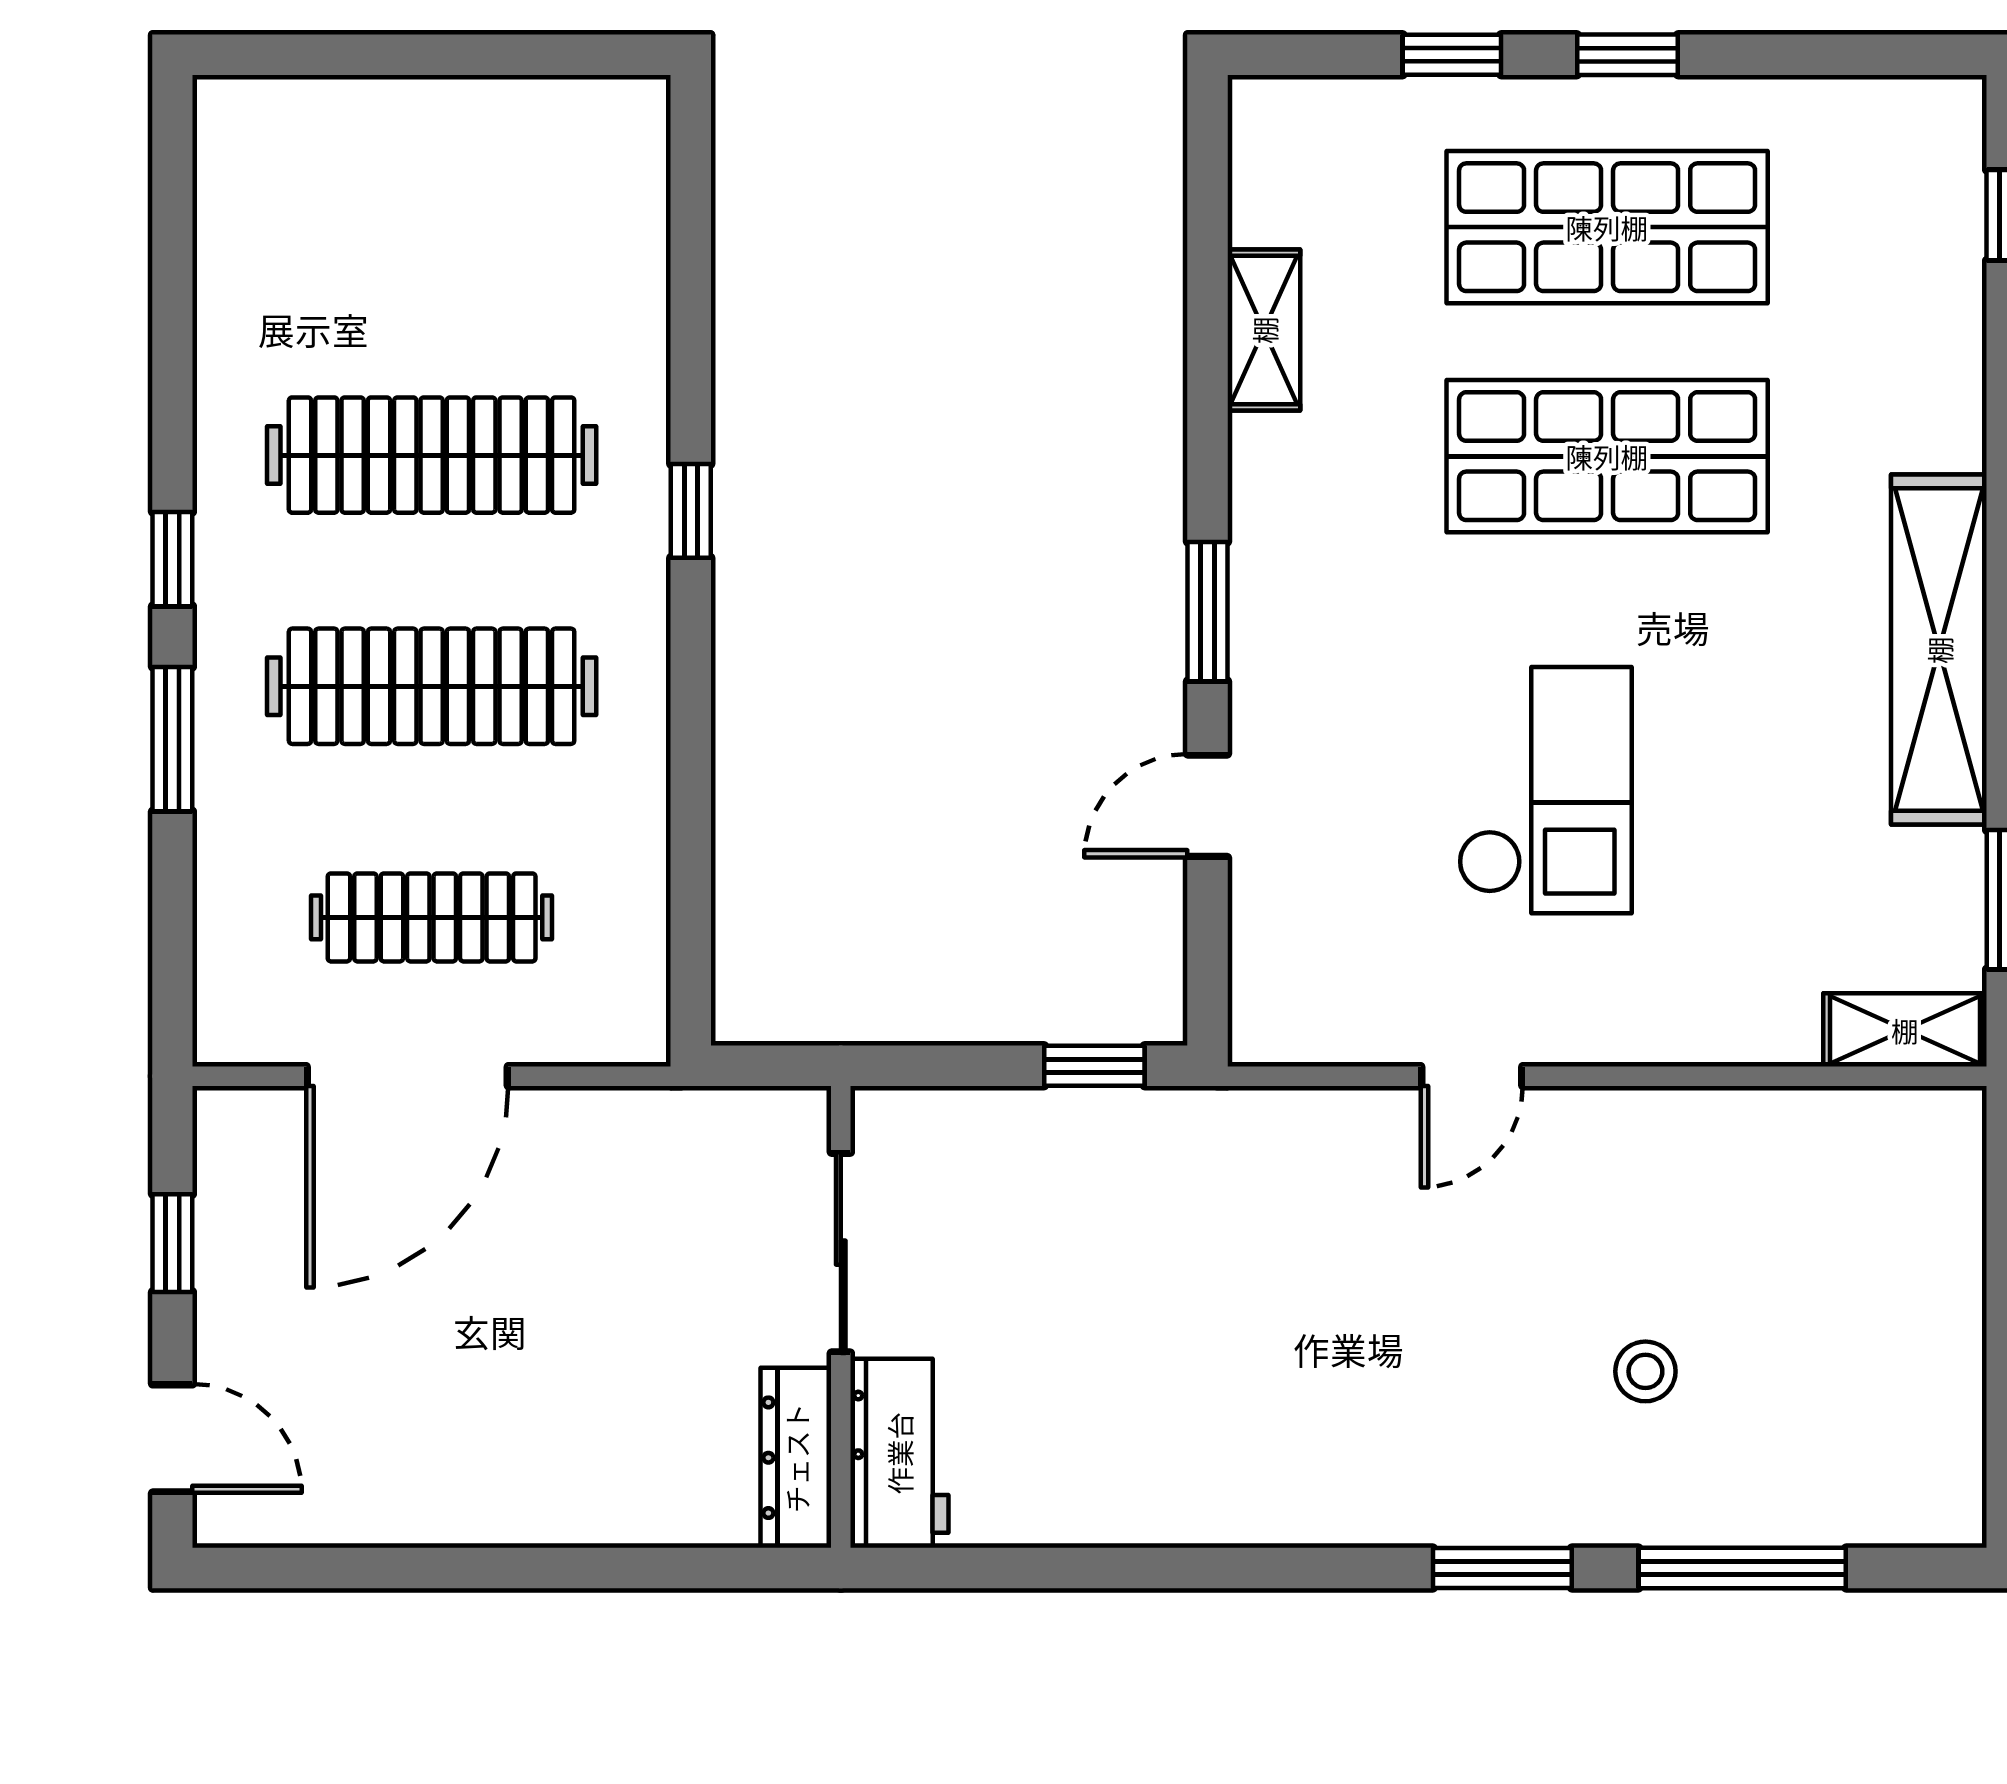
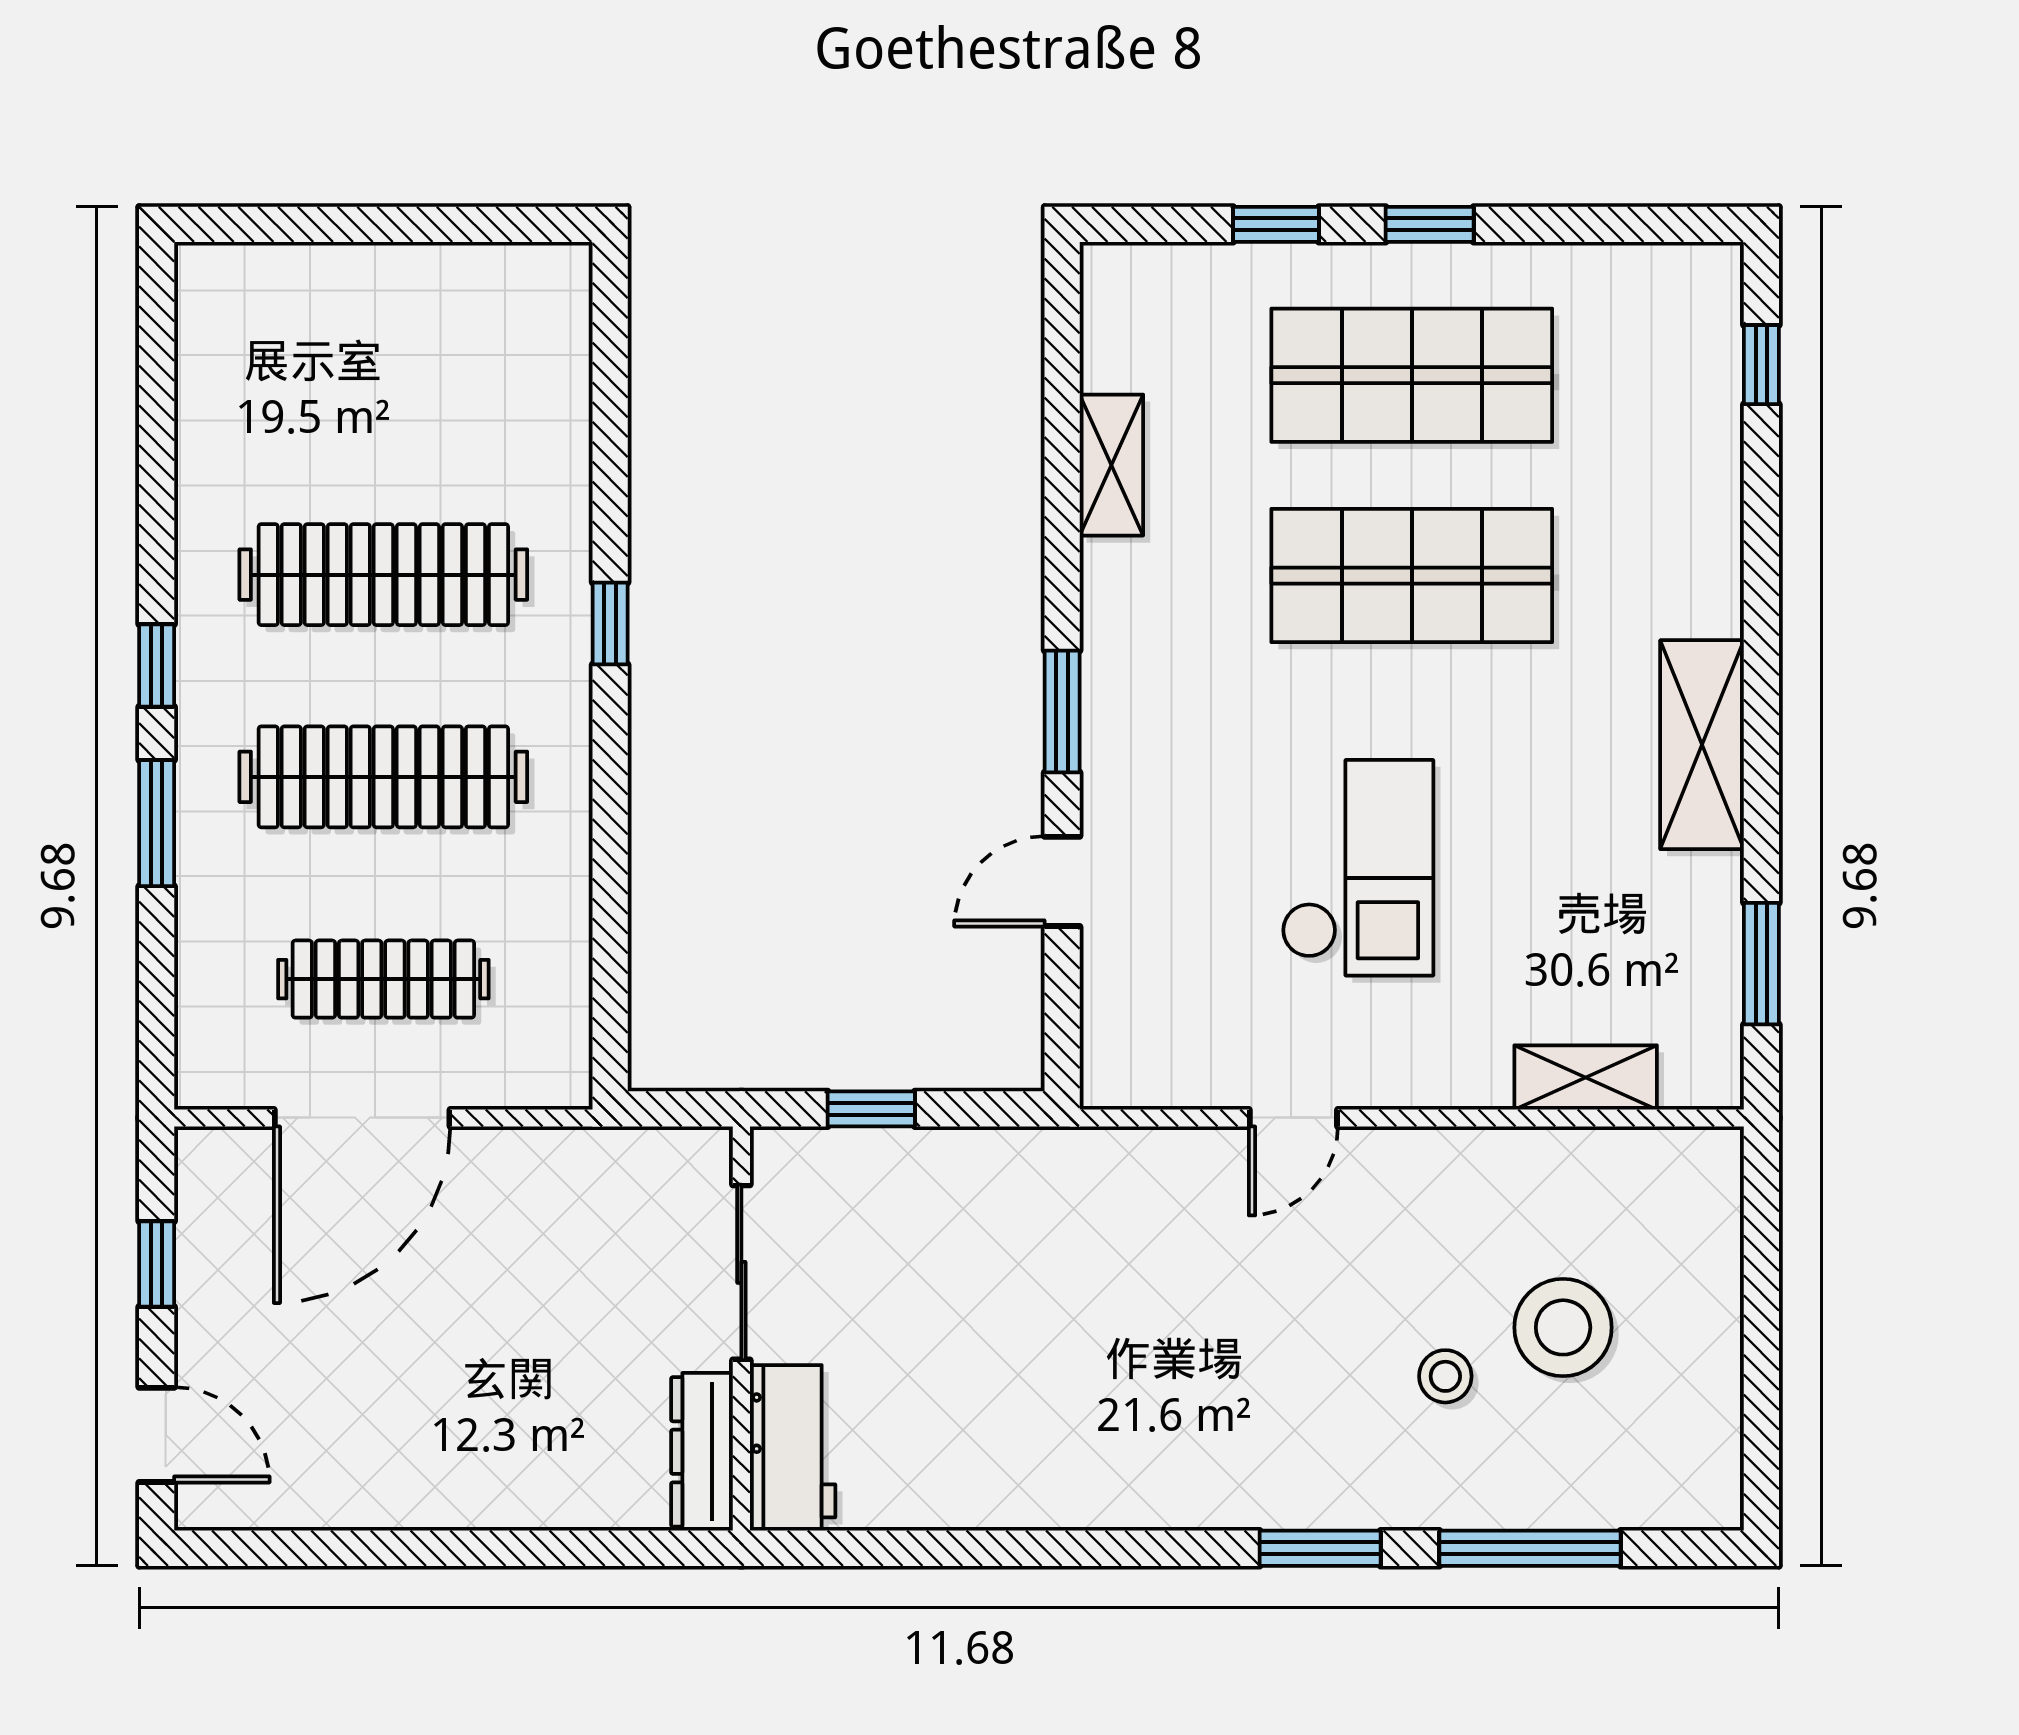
shelving: (1939, 650) -> (1702, 745), width x0.68
shelving: (1905, 1030) -> (1586, 1077), moved
window: (1094, 1066) -> (871, 1109), moved
stool: (1780, 1316) -> (1563, 1327), added

